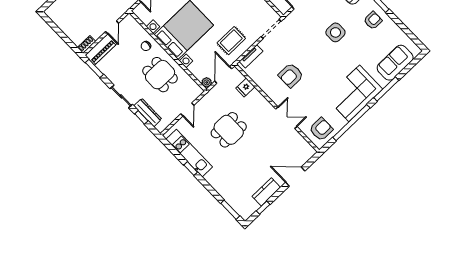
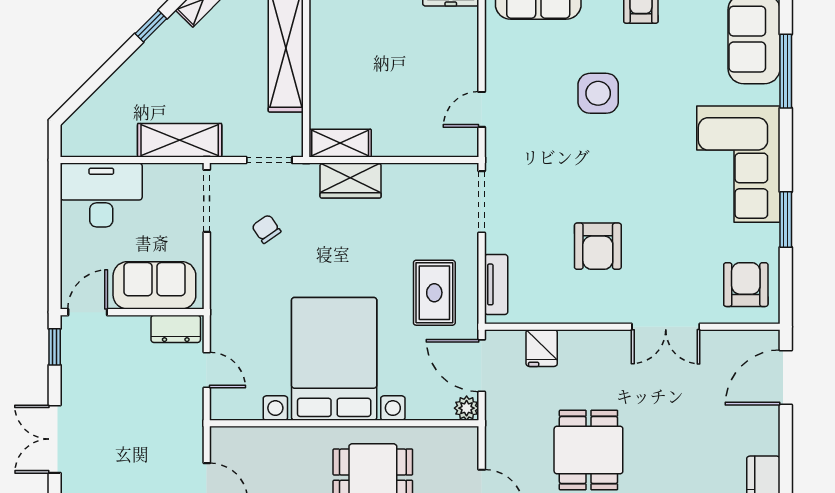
chair: (146, 46) -> (298, 454), removed
window: (386, 89) -> (786, 71), moved
double door: (286, 118) -> (666, 327), swing flipped
window: (351, 123) -> (786, 219), width x0.47
door: (295, 177) -> (786, 377), moved

